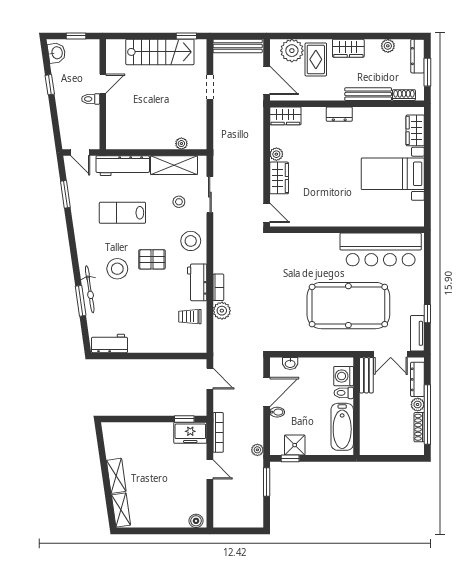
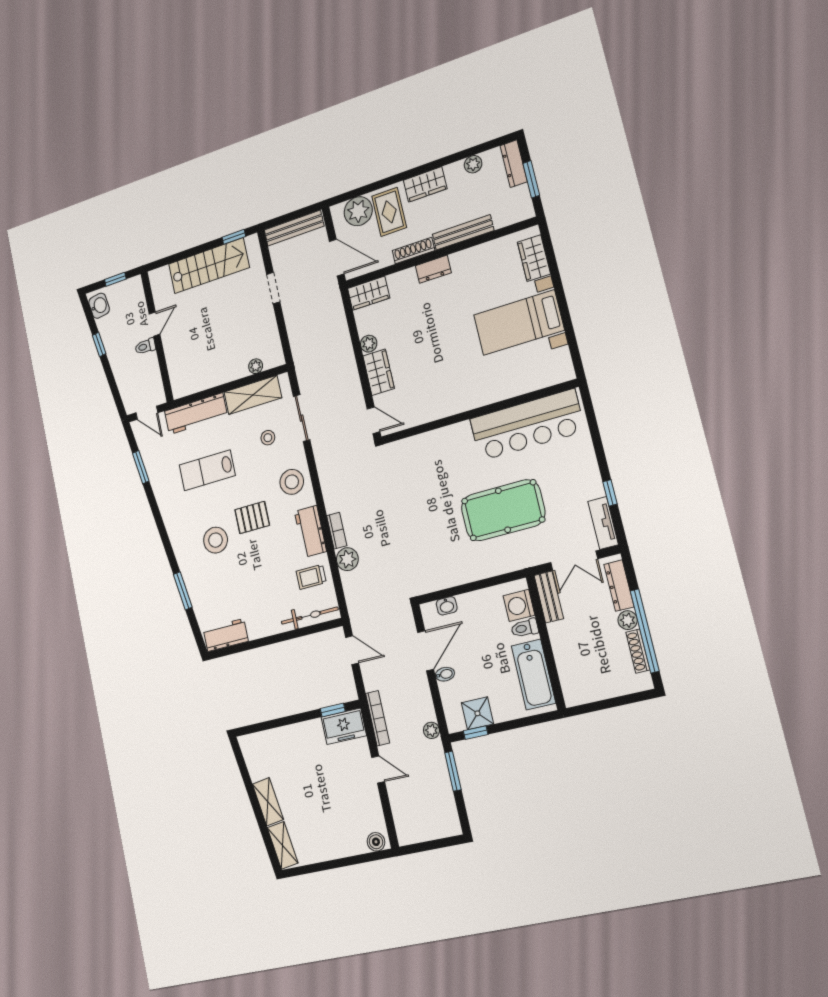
shoe rack: (404, 95) -> (413, 251), moved, width x1.43
bicycle: (90, 289) -> (310, 616), moved, turned -82
pool table: (348, 306) -> (503, 510), width x0.73, depth x0.76

